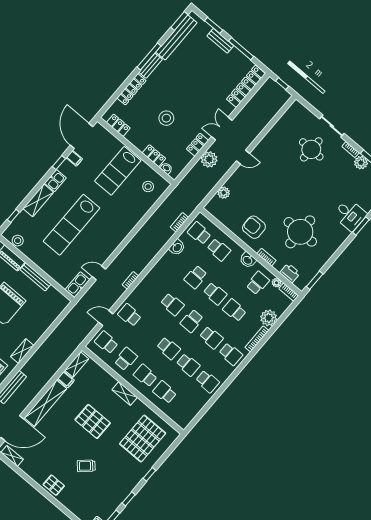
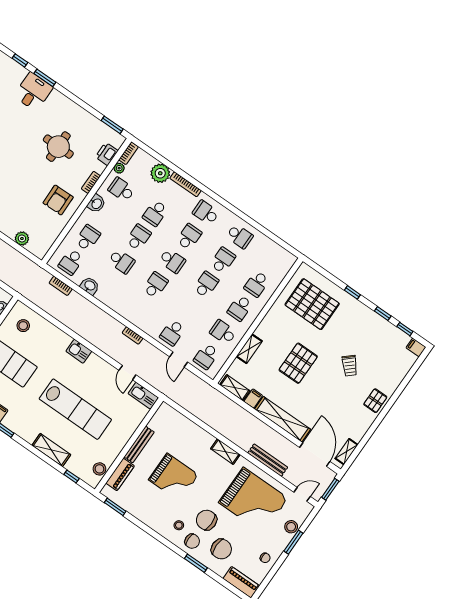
kitchen sink: (55, 181) -> (79, 351), moved, turned 180
round table: (300, 232) -> (58, 147), width x0.73, depth x0.73
school desk: (231, 354) -> (206, 213), turned -90
school desk: (207, 381) -> (240, 236), turned 90
shelving: (125, 393) -> (249, 349), moved

